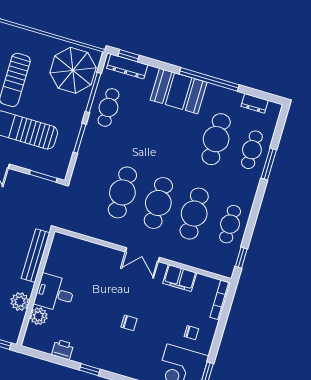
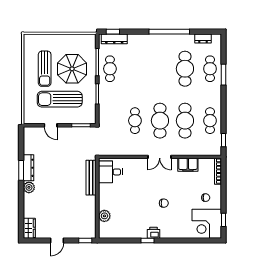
parasol: (73, 70) -> (72, 69), moved
booth: (179, 91) -> (152, 45), removed
cafe table: (122, 192) -> (135, 121), width x0.73, depth x0.74
desk: (55, 293) -> (110, 172), moved
plant: (20, 302) -> (90, 210), removed
printer: (63, 349) -> (153, 233), moved

